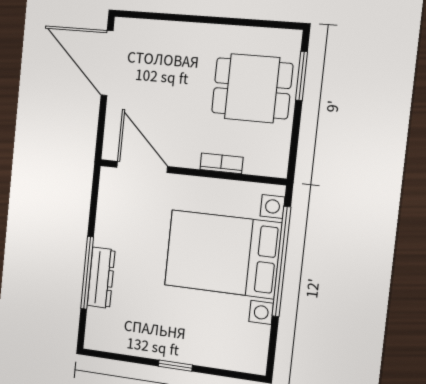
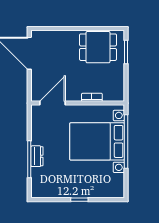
dining table: (252, 88) -> (98, 47), moved
door: (142, 167) -> (52, 103), hinge flipped
dresser: (101, 278) -> (37, 156), width x0.70

